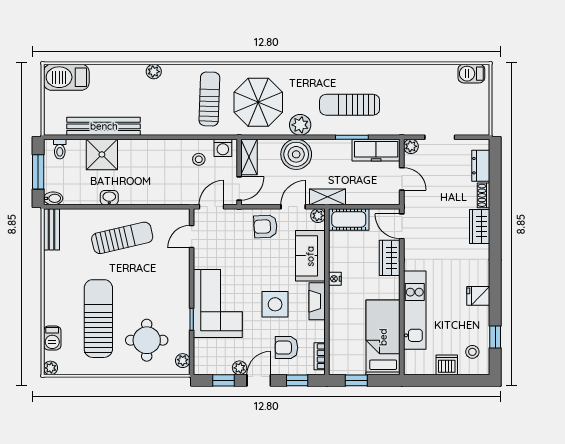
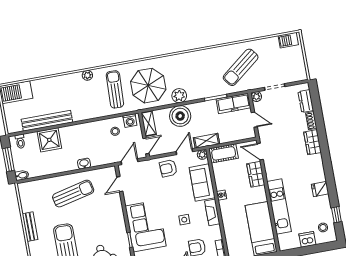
plant: (154, 72) -> (87, 75), moved
sun lounger: (350, 105) -> (241, 67), moved, turned -38
washbasin: (109, 198) -> (84, 164), moved
bench: (51, 229) -> (30, 227), moved
side table: (275, 304) -> (184, 220), width x0.54, depth x0.54

